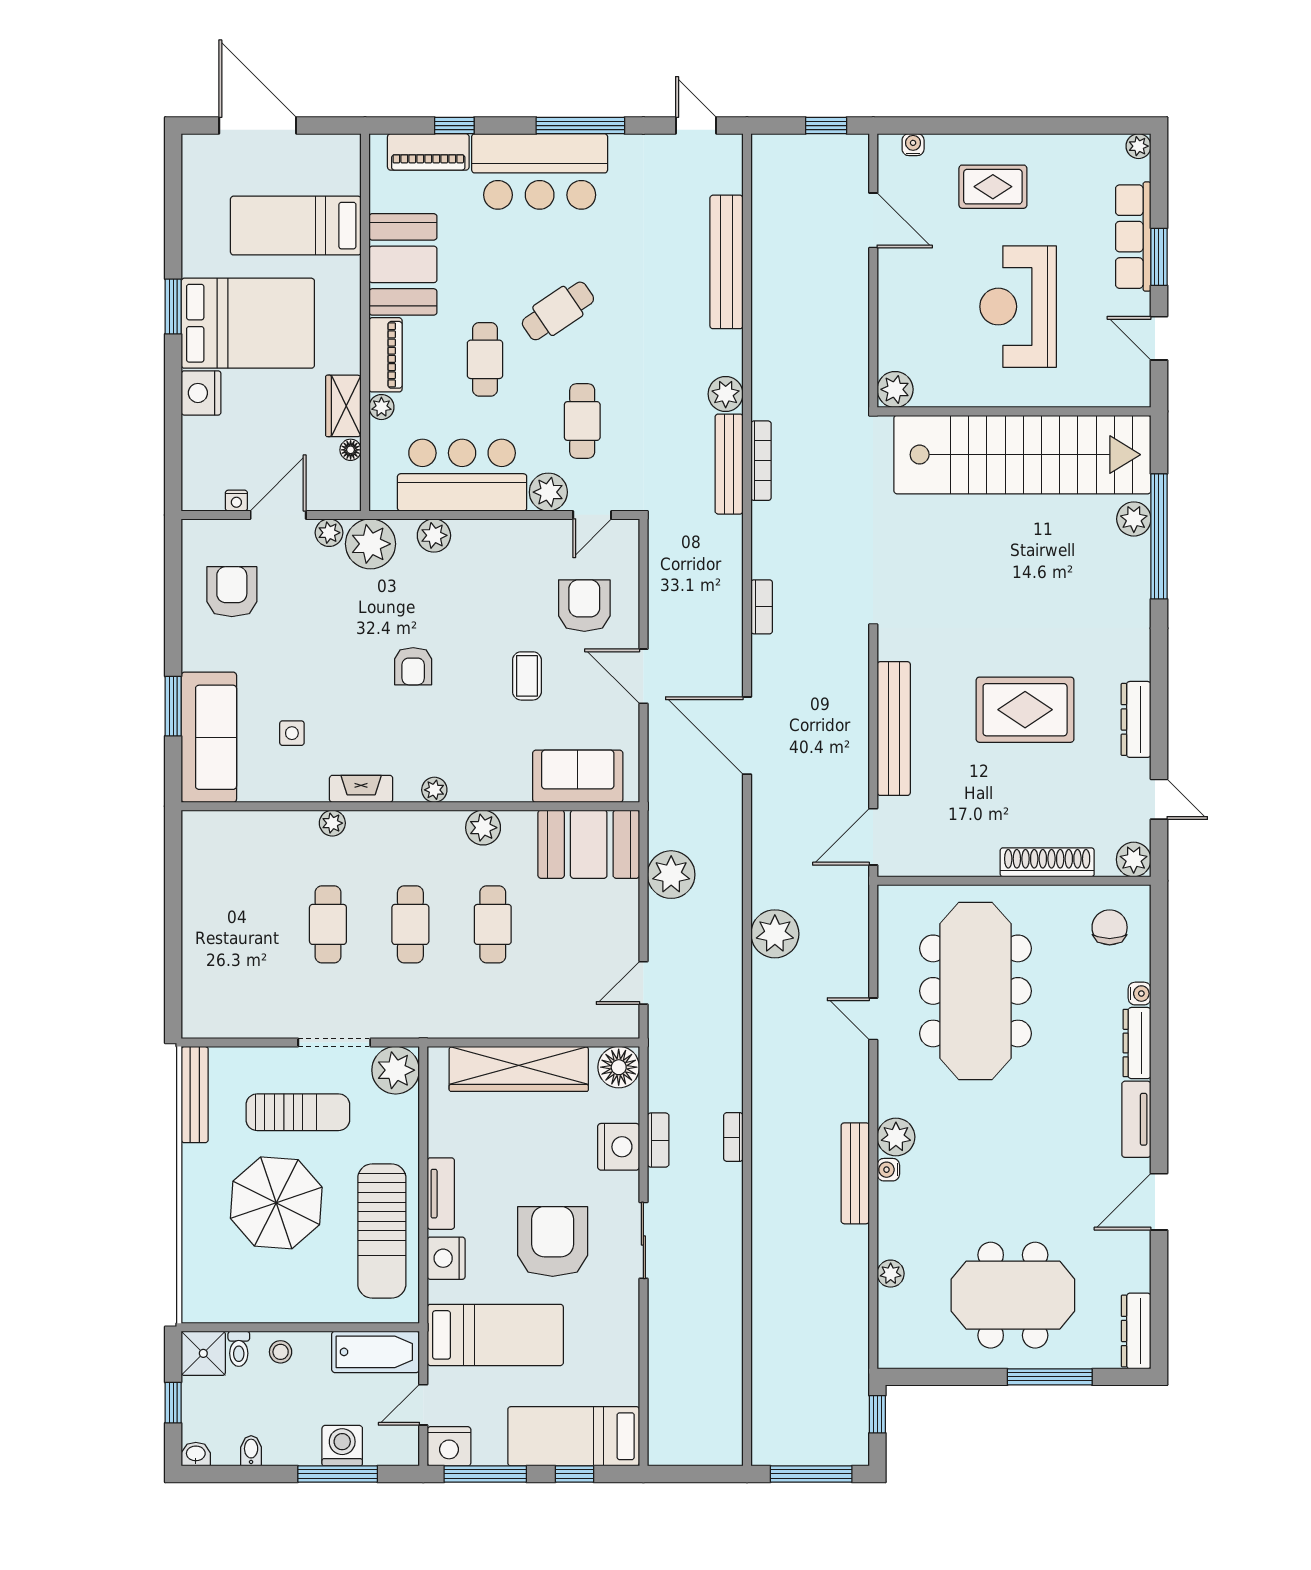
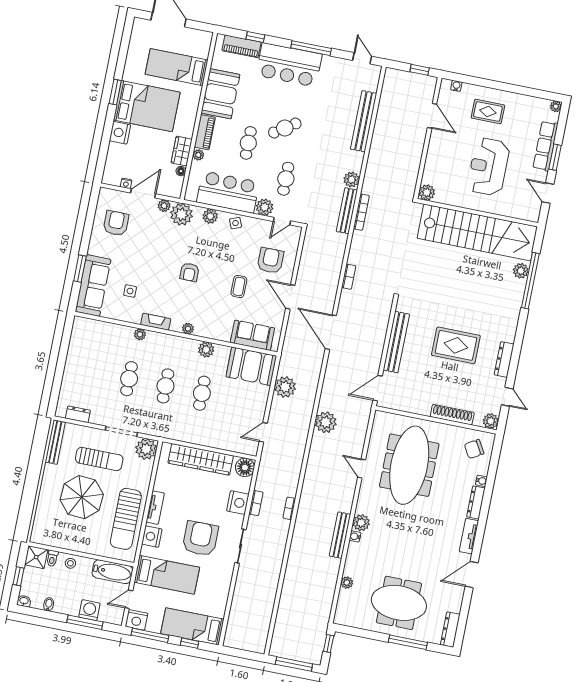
side table: (492, 539) -> (236, 223), added
chair: (1110, 927) -> (474, 449), turned -120
dresser: (232, 1024) -> (78, 414), added

